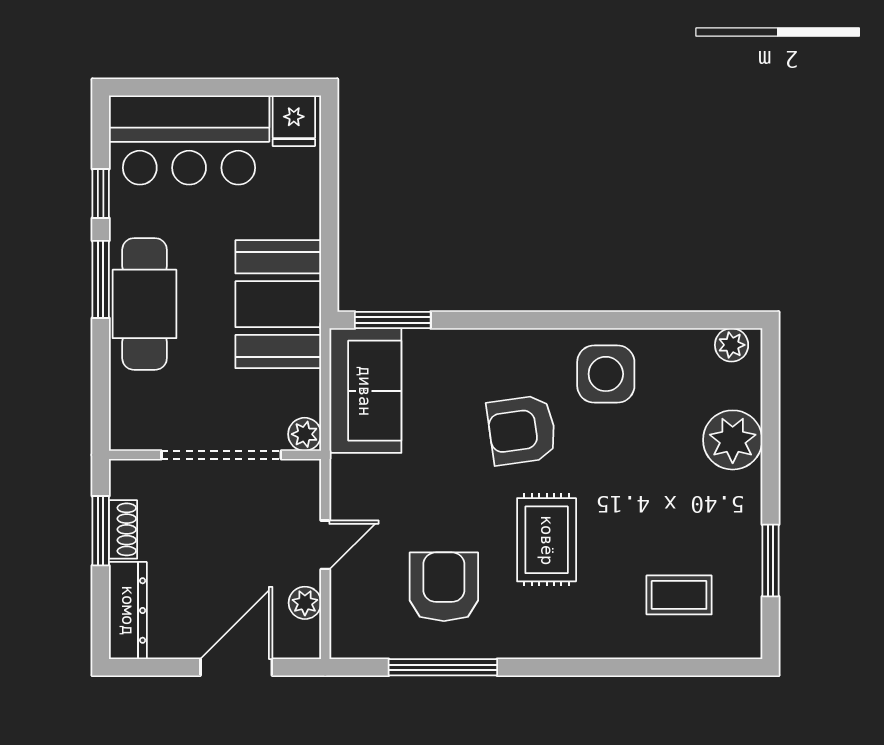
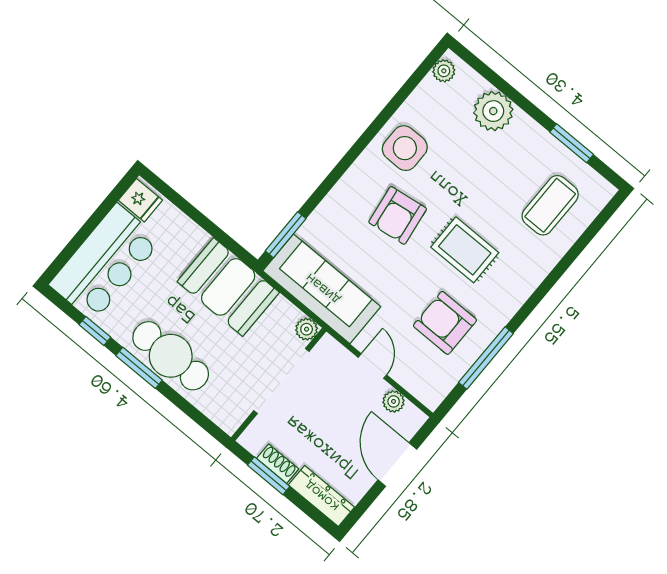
sofa: (365, 391) -> (322, 289), width x1.36
coffee table: (679, 595) -> (550, 205), width x1.36, depth x1.30

